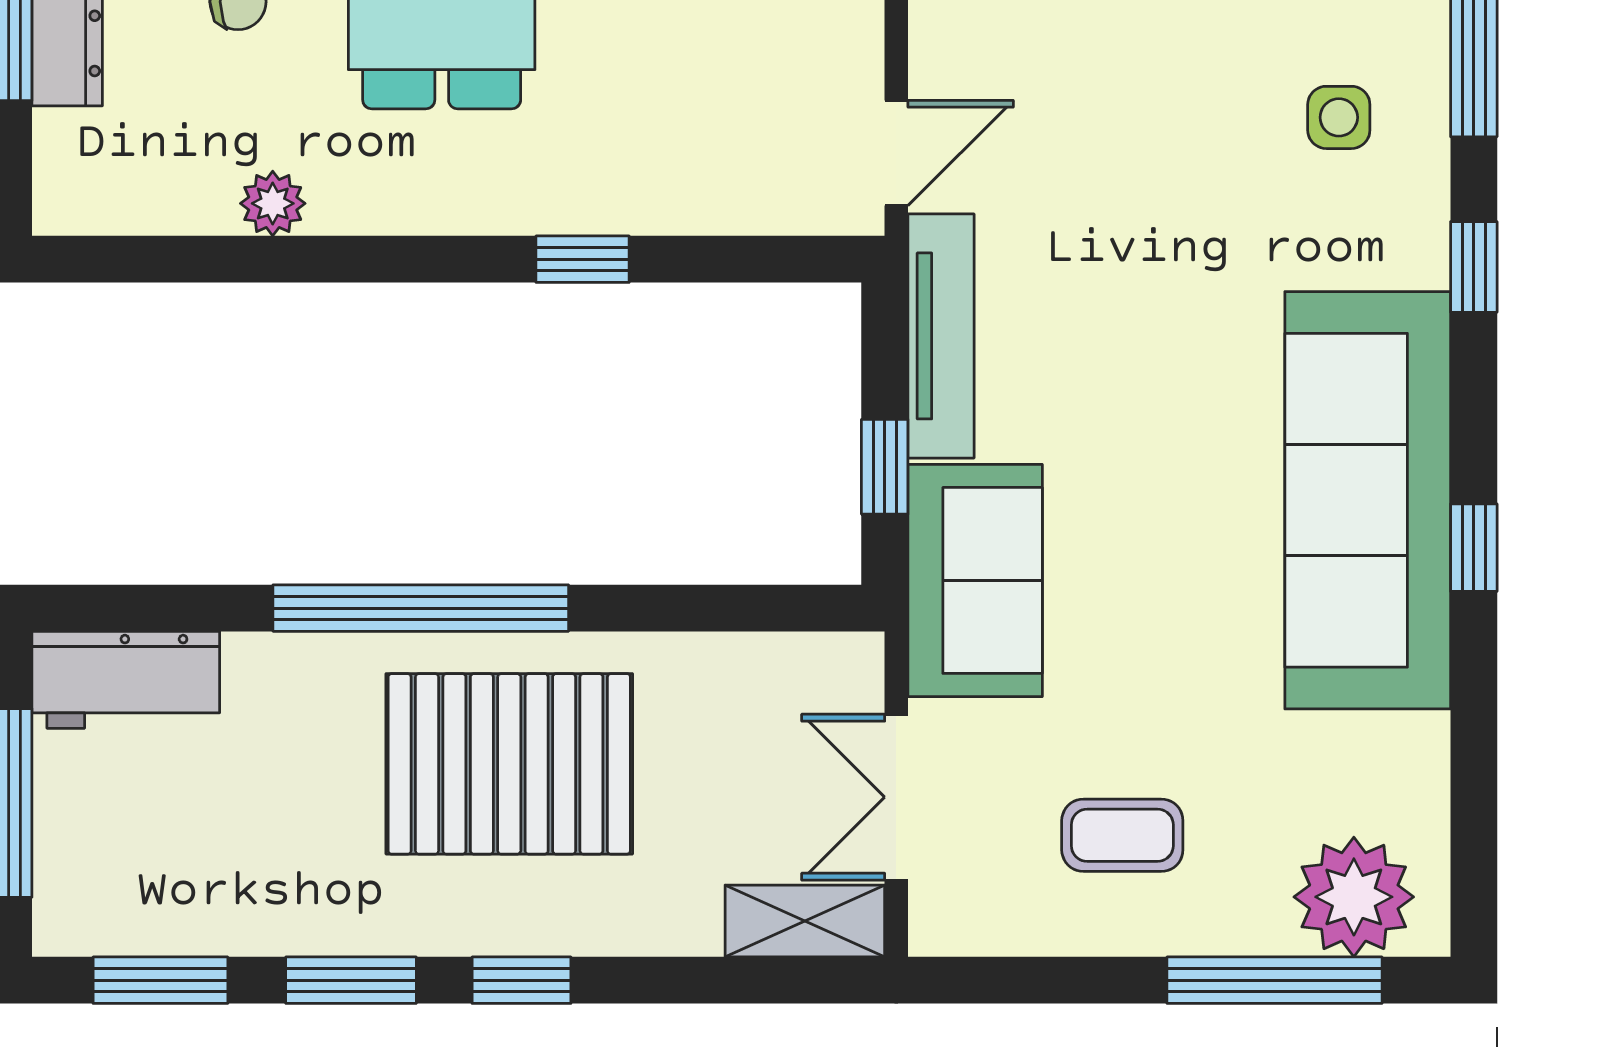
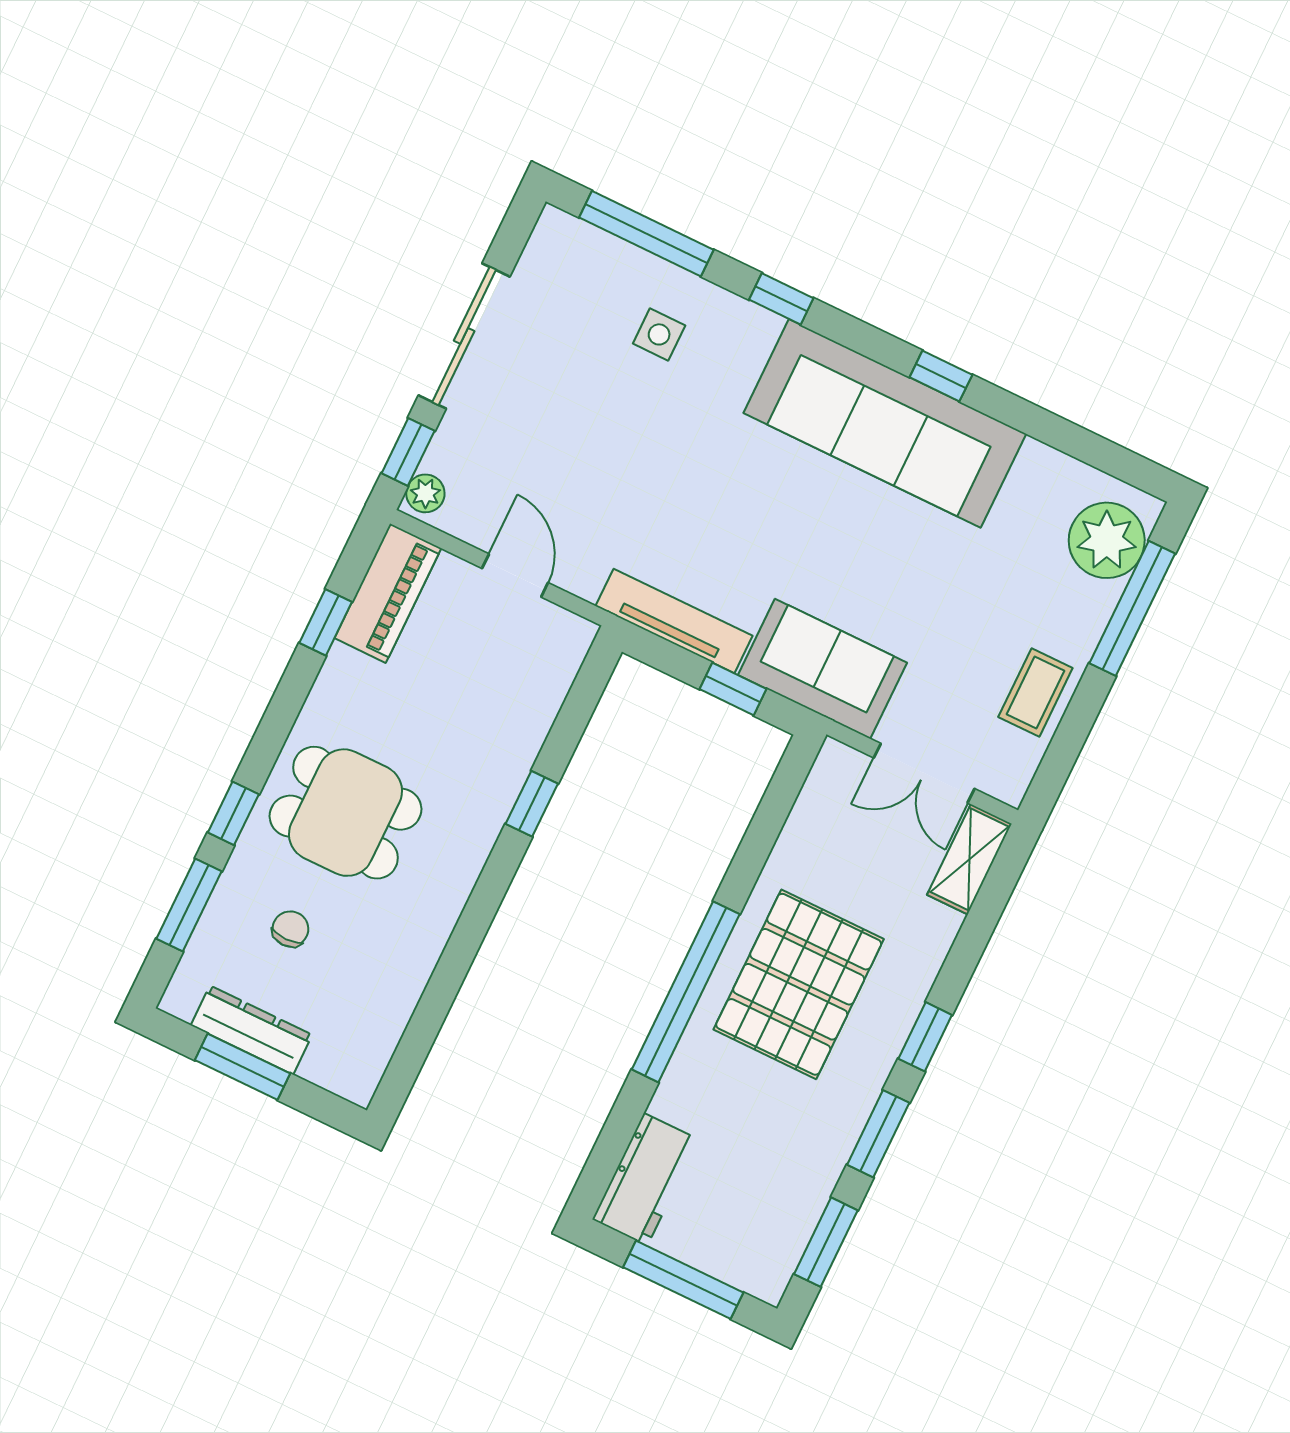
door: (896, 153) -> (515, 575), moved
plant: (273, 203) -> (415, 965), removed
coffee table: (1122, 835) -> (1035, 692), moved

